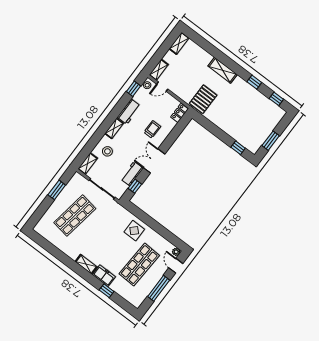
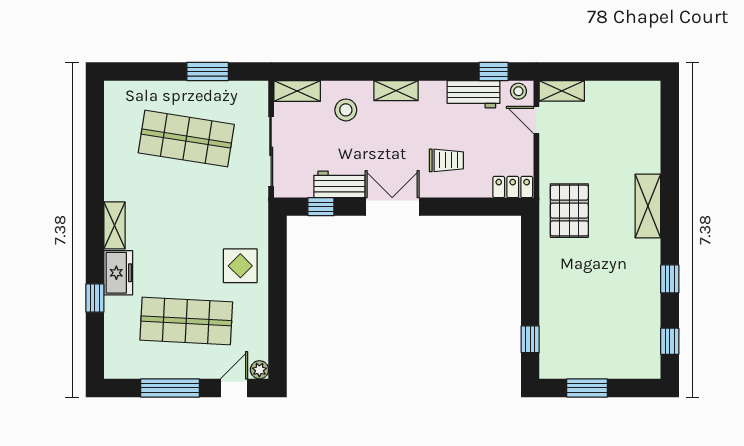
shelving: (179, 43) -> (637, 91), removed
pallet: (203, 99) -> (569, 211), turned 90
workbench: (129, 112) -> (474, 94), moved

